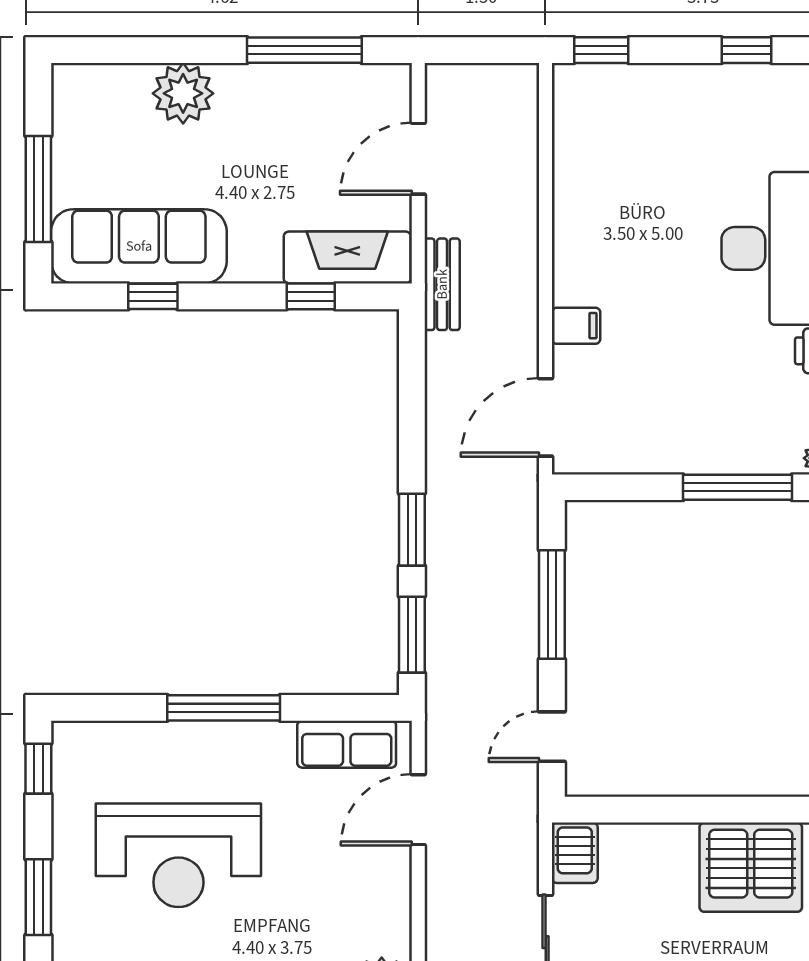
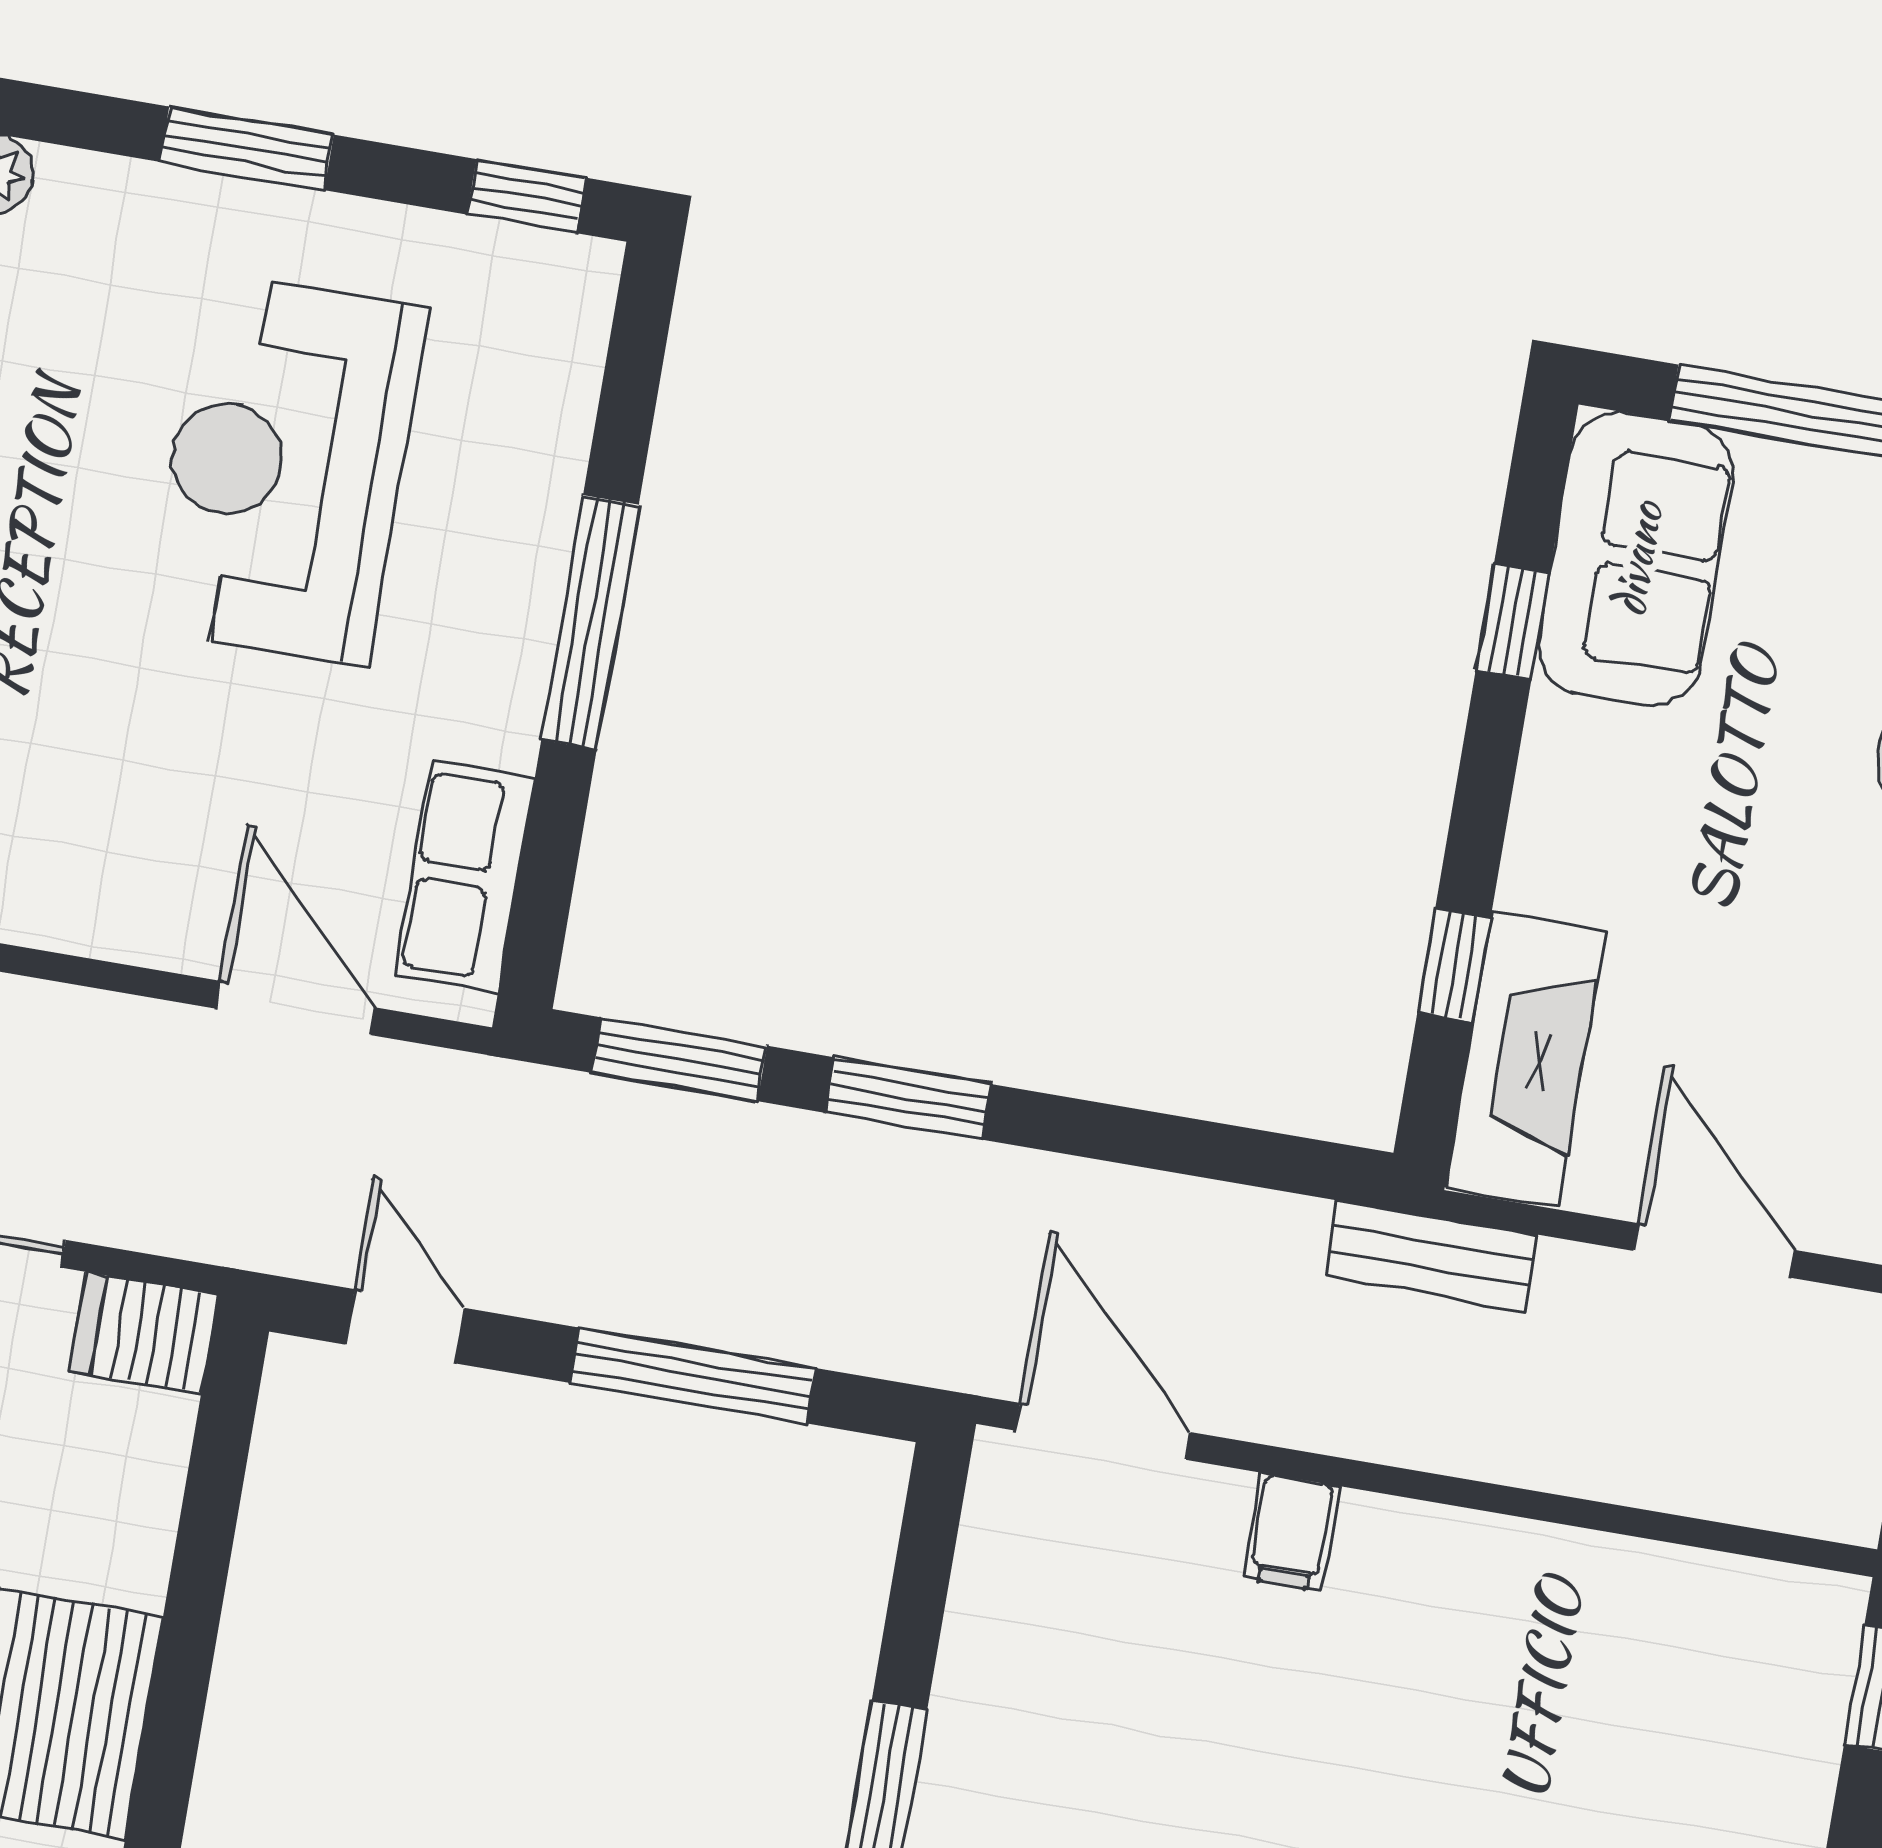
sofa: (139, 246) -> (1636, 559), width x0.73

